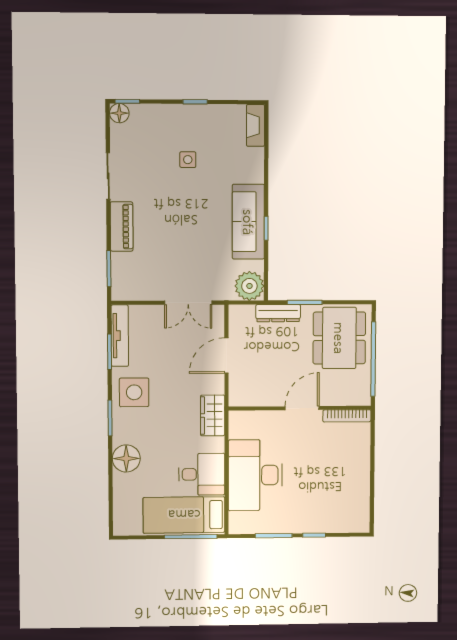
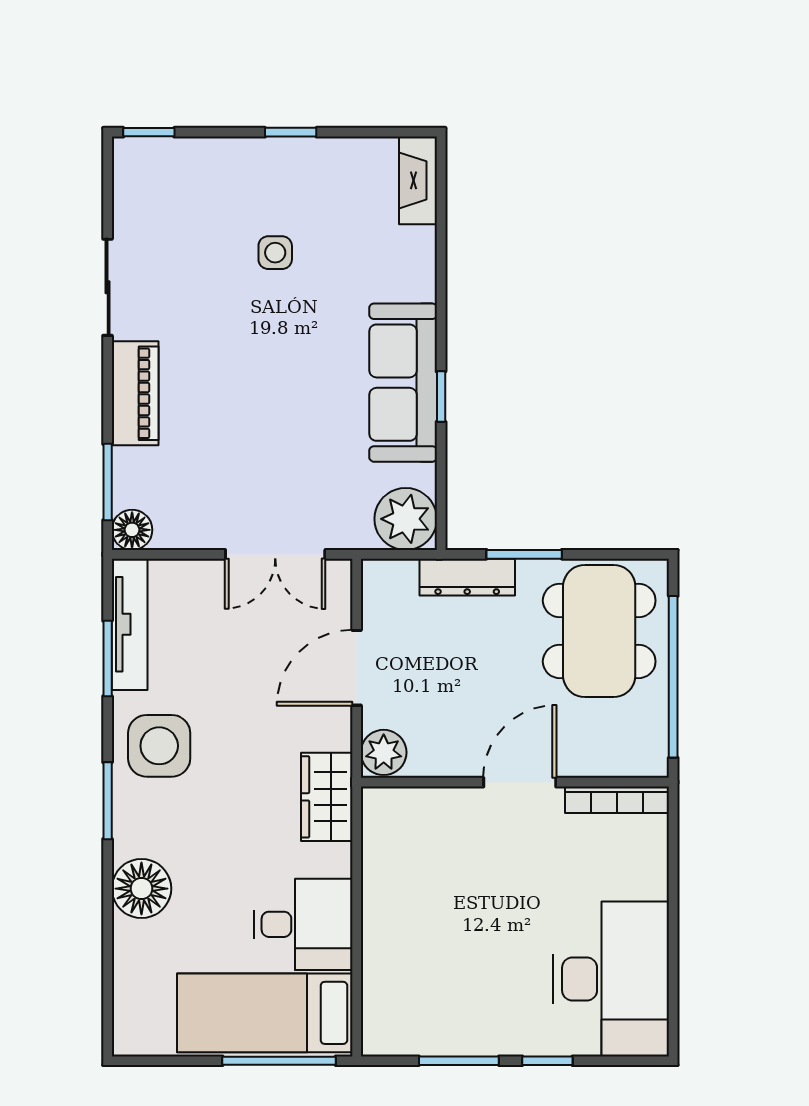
floor lamp: (119, 113) -> (132, 530), moved
plant: (239, 395) -> (384, 752), added
desk: (255, 475) -> (611, 979), moved, turned 180

